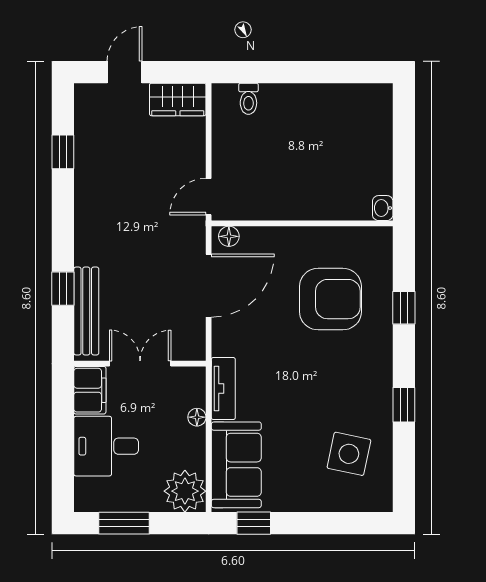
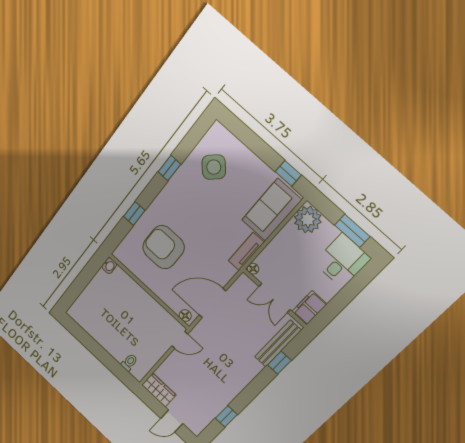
floor lamp: (197, 417) -> (253, 269), moved
desk: (106, 446) -> (342, 261), moved, turned -90
side table: (349, 454) -> (214, 167), turned 35

